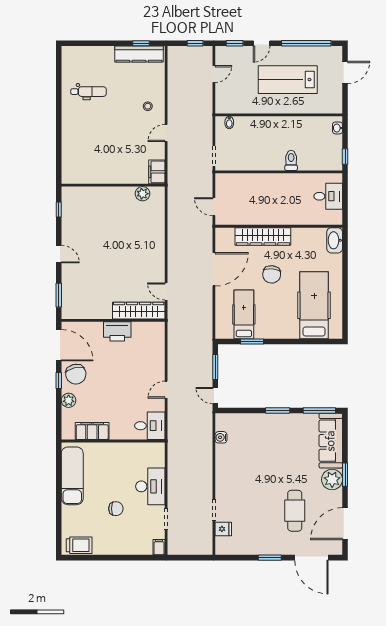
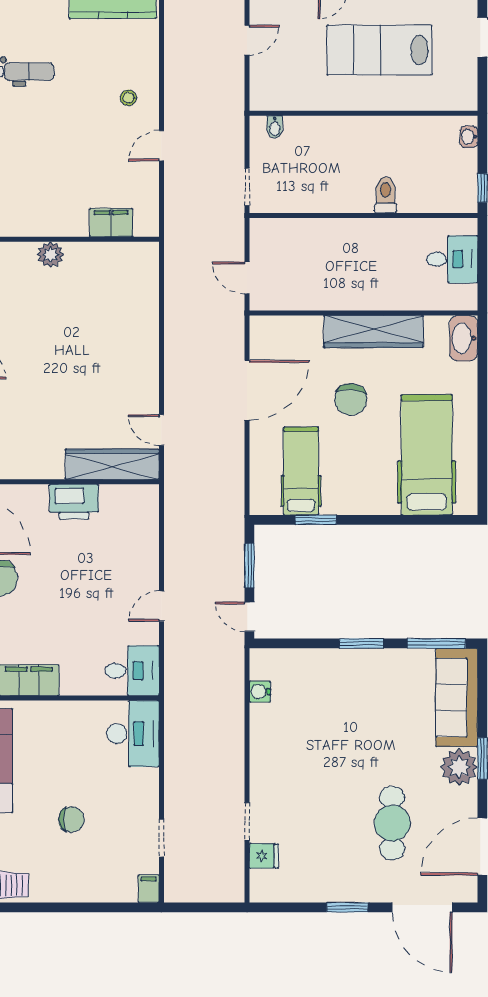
filing cabinet: (157, 172) -> (111, 223), moved, turned 90
plant: (142, 194) -> (50, 255), moved
wardrobe: (263, 237) -> (374, 331), moved
desk: (150, 486) -> (133, 734), moved

